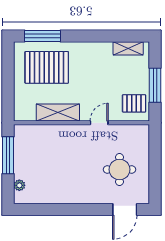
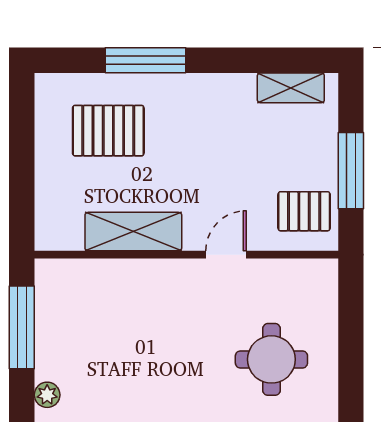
window: (42, 36) -> (146, 60), moved
pallet: (47, 67) -> (108, 131), width x0.73, depth x0.71

